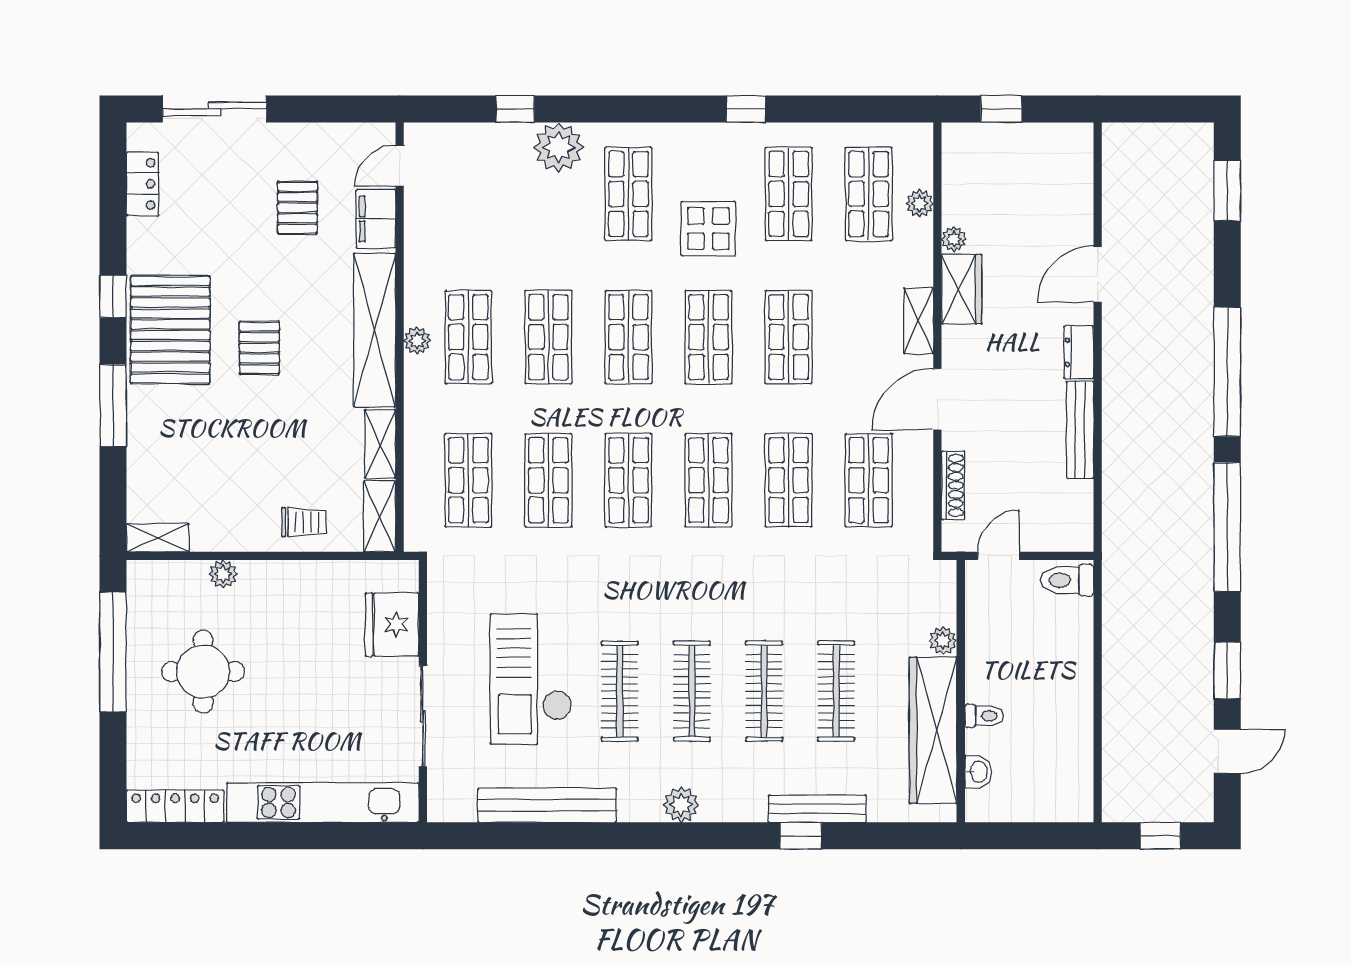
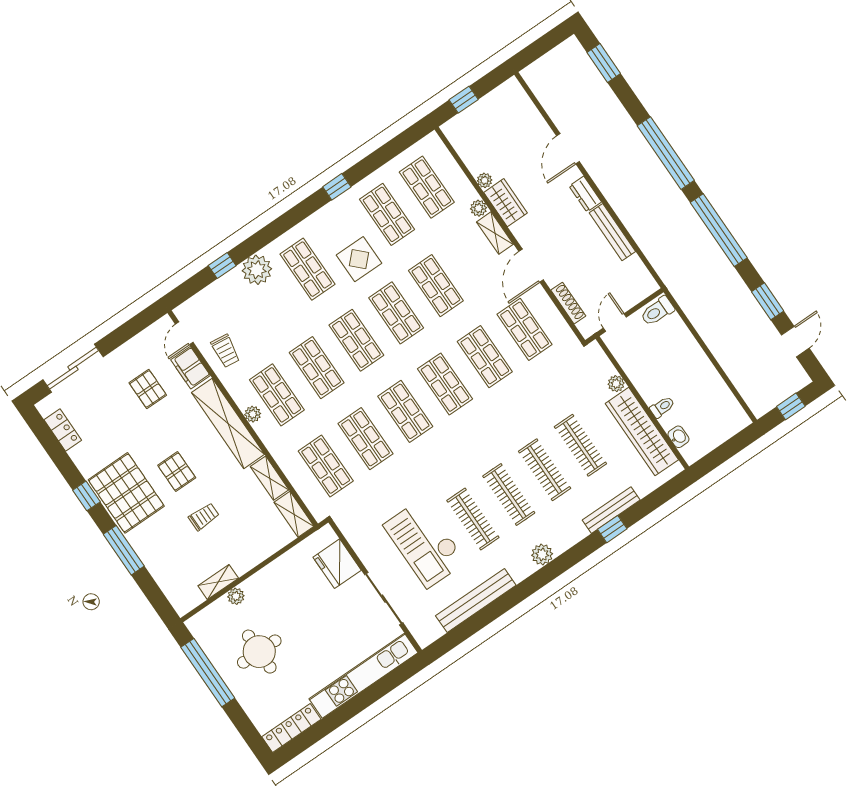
plant: (920, 203) -> (479, 208), moved
trolley: (439, 229) -> (226, 351), added
trolley: (304, 522) -> (204, 517), moved
shelving: (158, 538) -> (218, 582), moved

